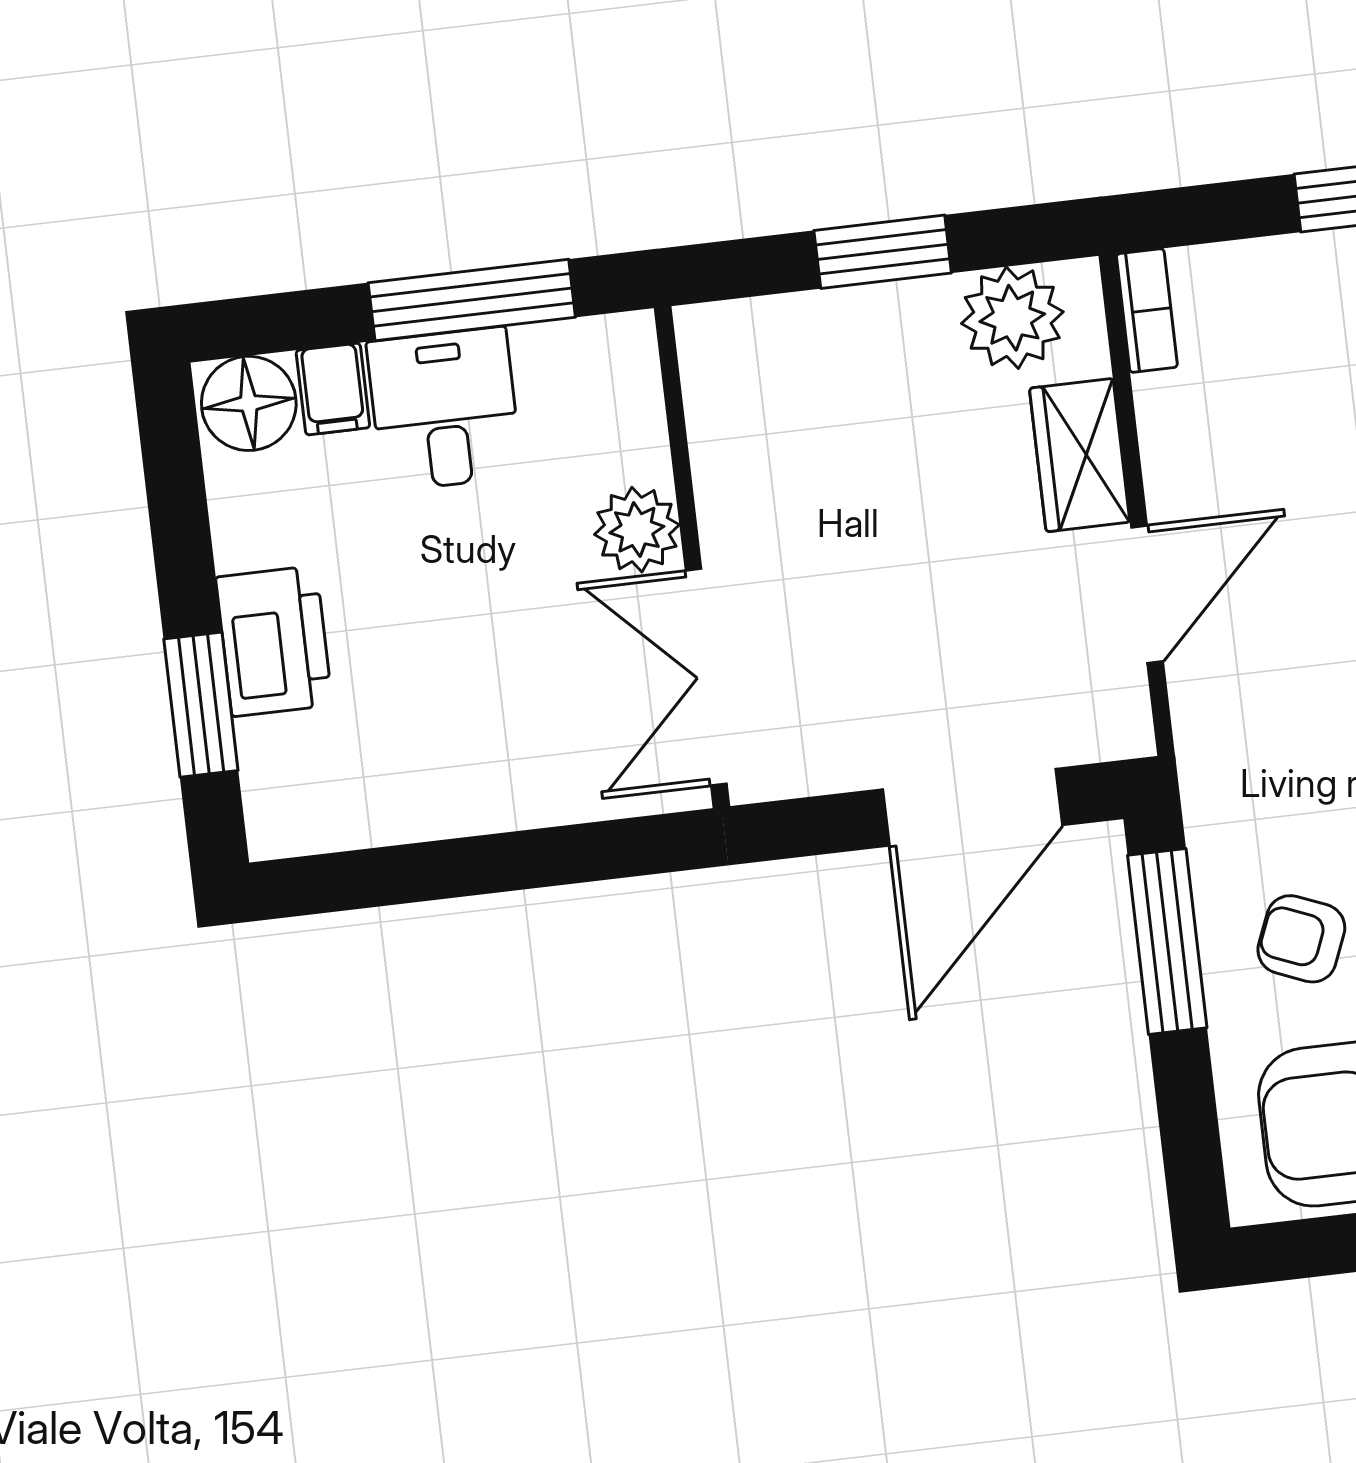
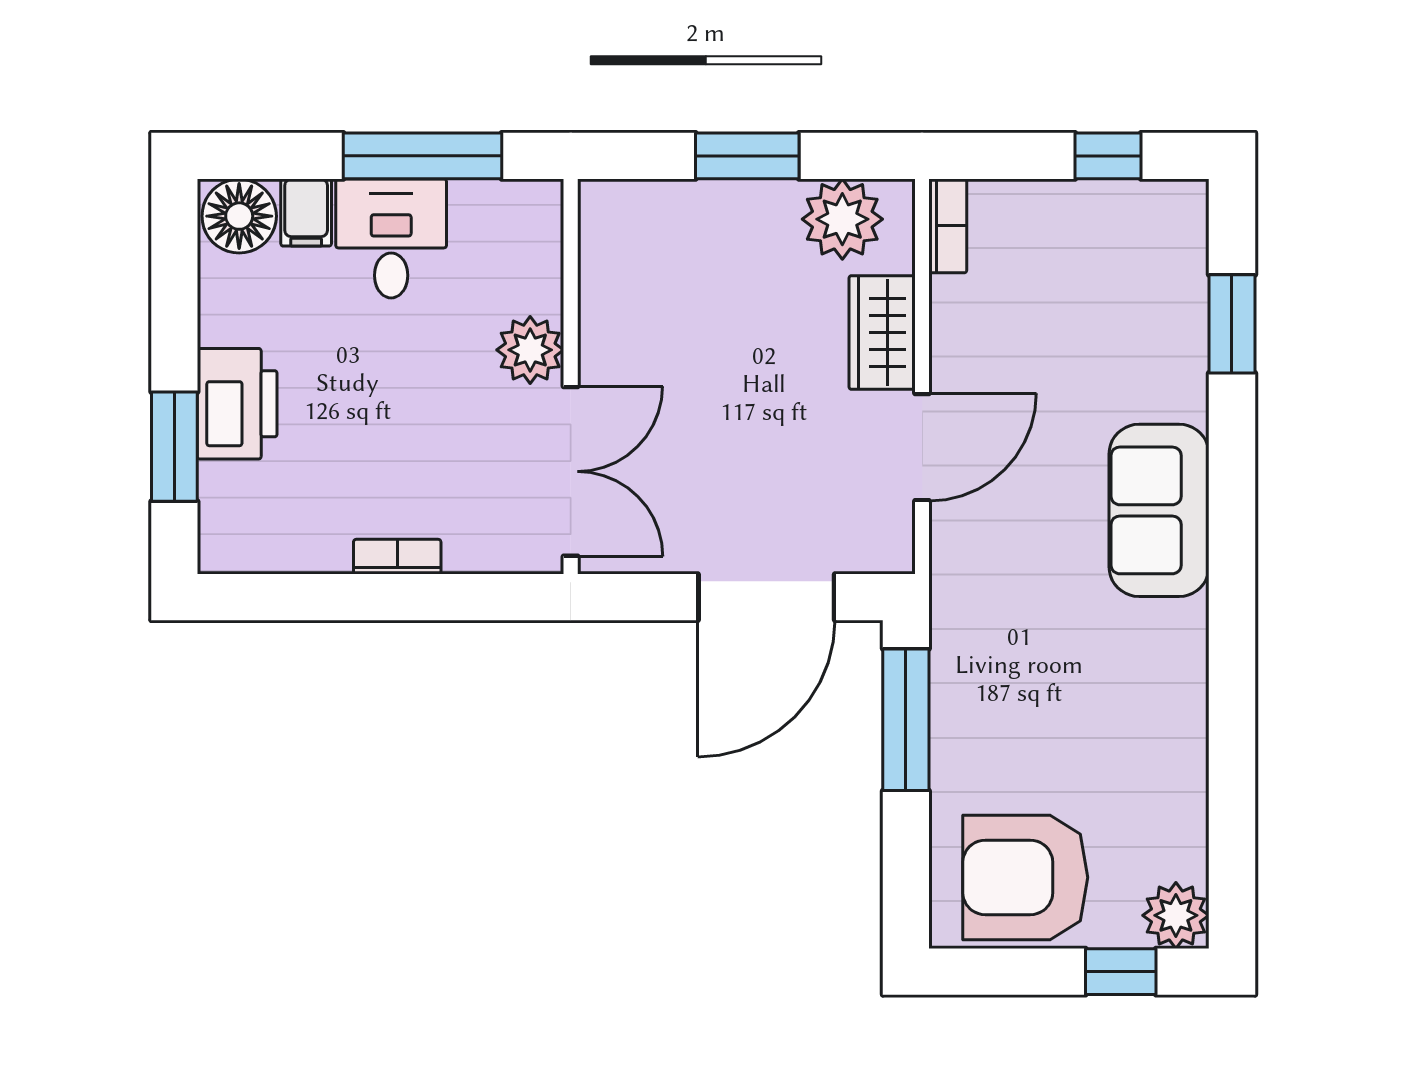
double door: (706, 677) -> (571, 471), swing flipped
bookcase: (499, 811) -> (397, 557), added
armchair: (1301, 939) -> (1011, 730), removed

